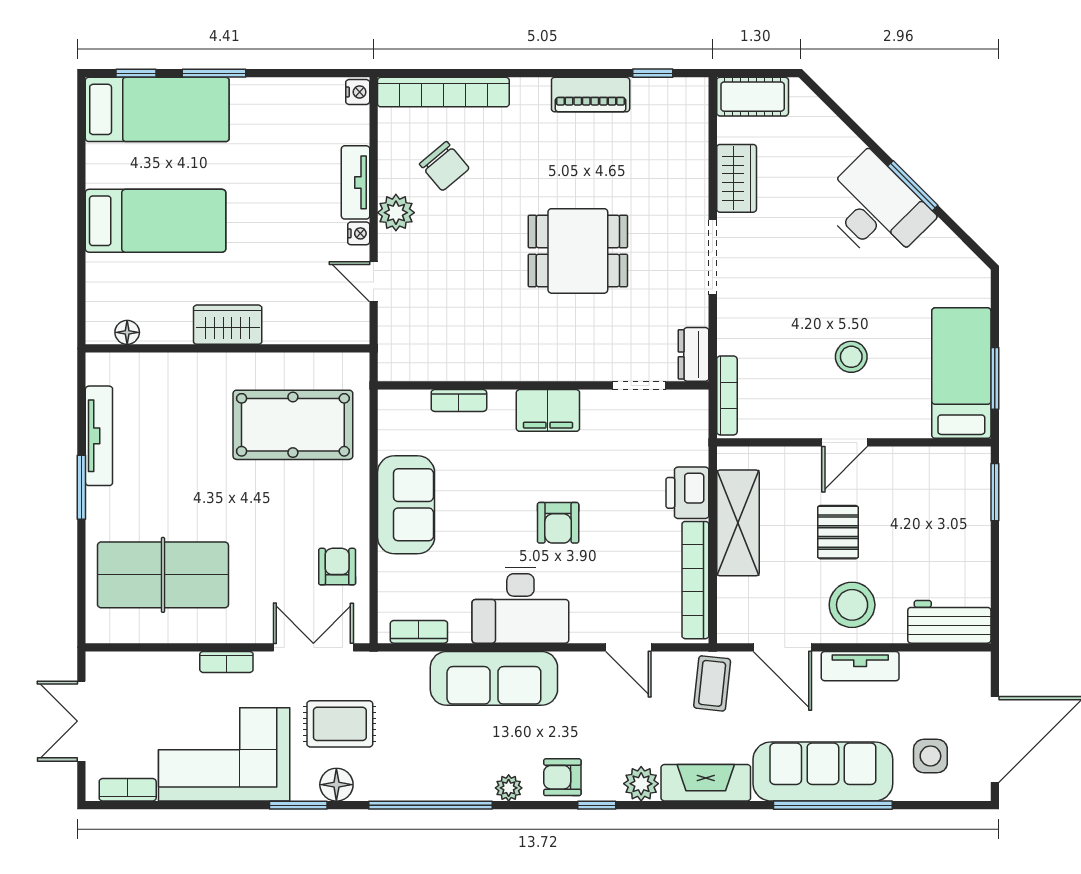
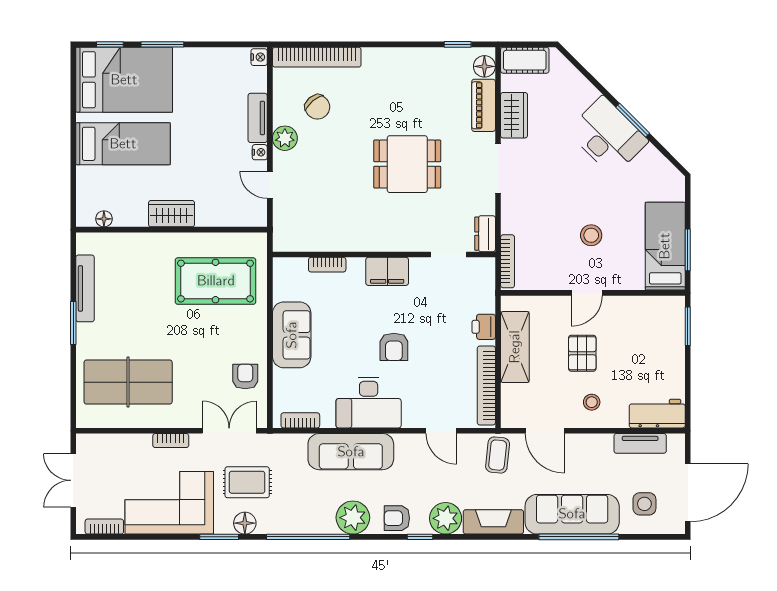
piano: (591, 95) -> (484, 105), moved, turned 90
floor lamp: (693, 106) -> (484, 66), added
bed: (157, 109) -> (124, 80), width x1.50
printer: (687, 493) -> (484, 327), width x0.73, depth x0.81
stool: (852, 605) -> (592, 402), width x0.53, depth x0.53
tv unit: (860, 666) -> (640, 443), moved
plant: (641, 784) -> (446, 518), width x1.36, depth x1.36
plant: (509, 788) -> (353, 518), width x1.87, depth x1.87

